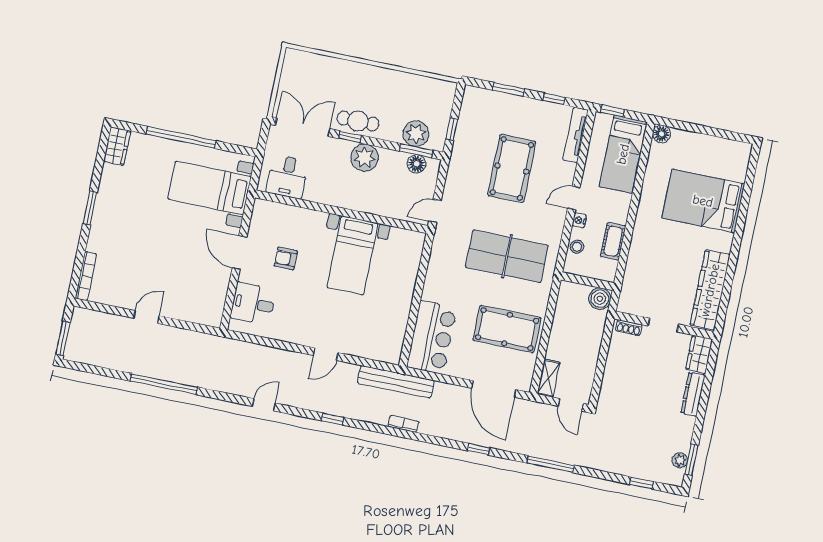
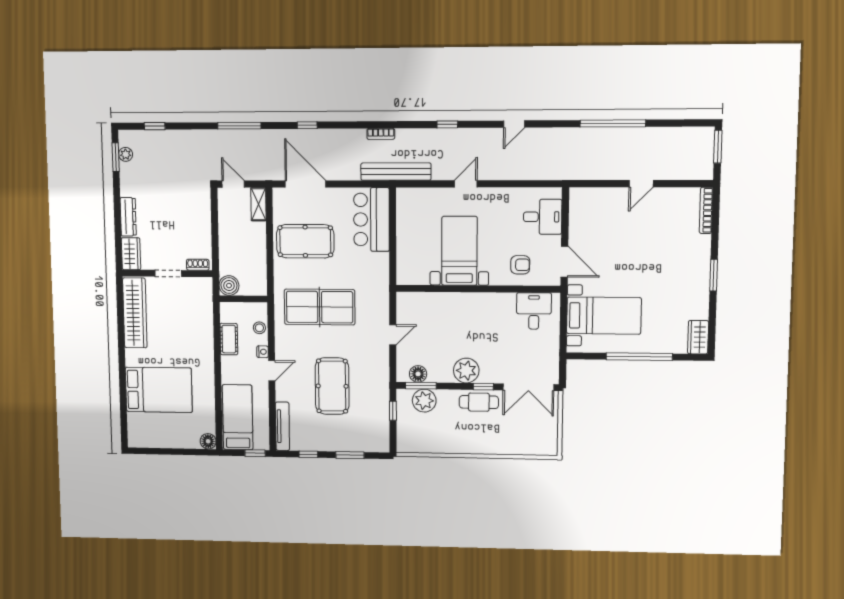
desk: (287, 177) -> (534, 311), moved
wall: (341, 212) -> (478, 289), moved
bed with nightstands: (353, 255) -> (459, 251), moved

